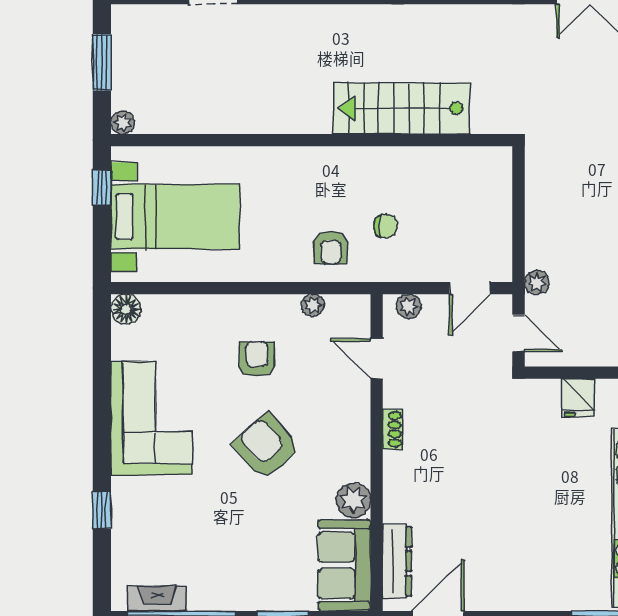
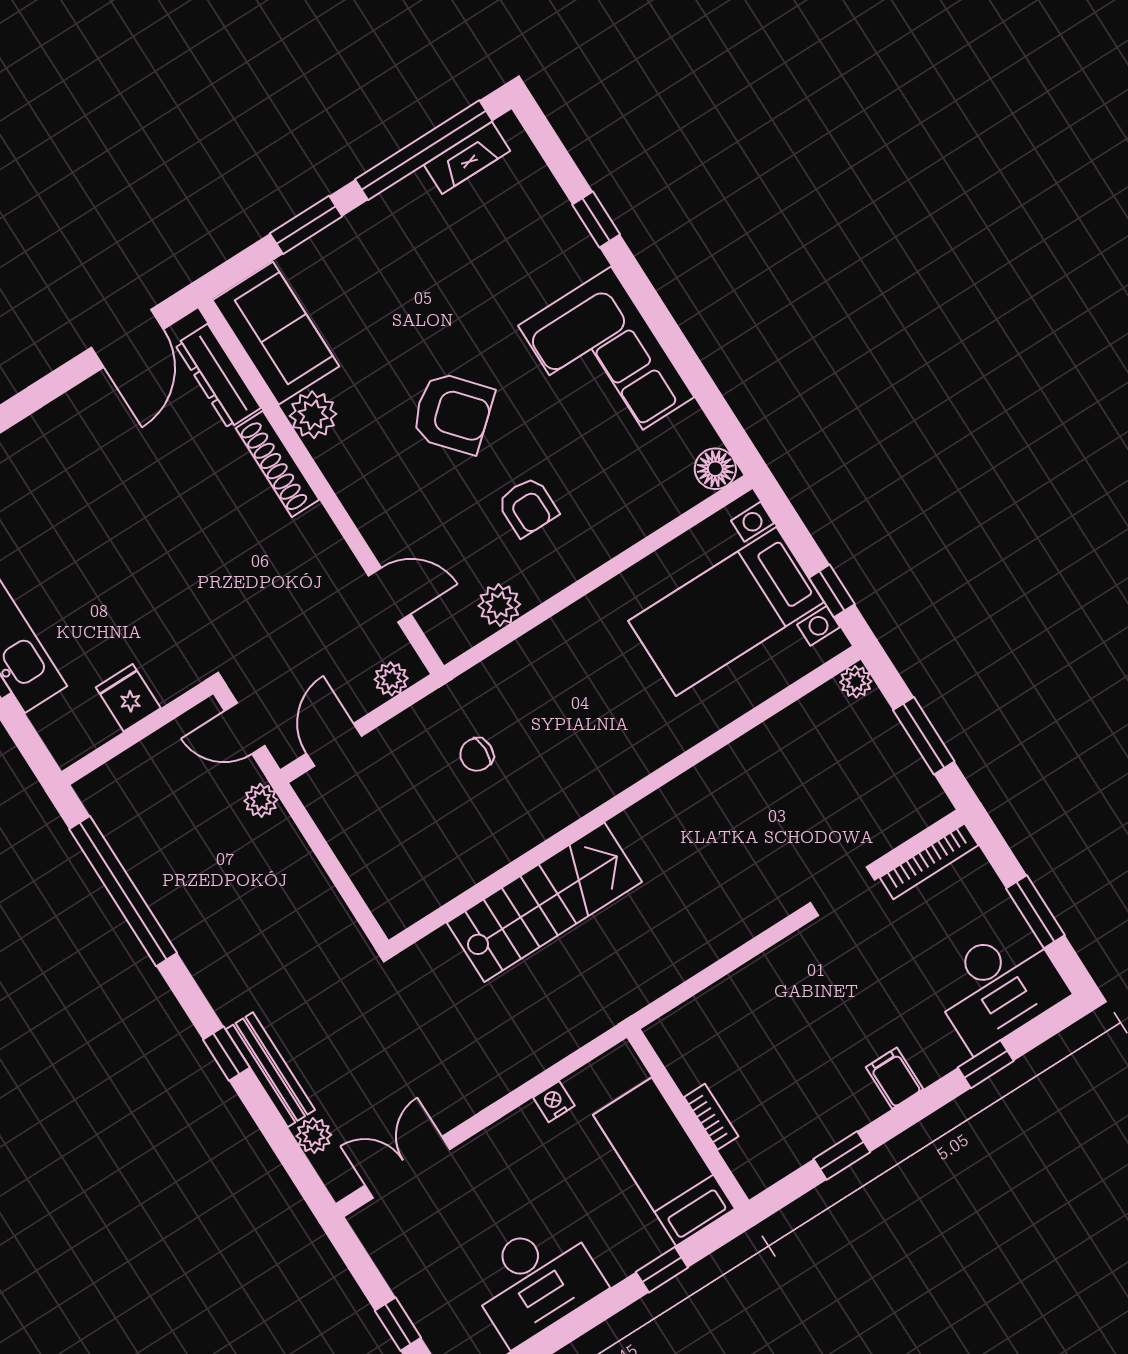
armchair: (331, 247) -> (524, 690), removed
plant: (313, 305) -> (499, 605), width x1.38, depth x1.38
shoe rack: (392, 429) -> (277, 464), moved, width x1.94, depth x1.24

